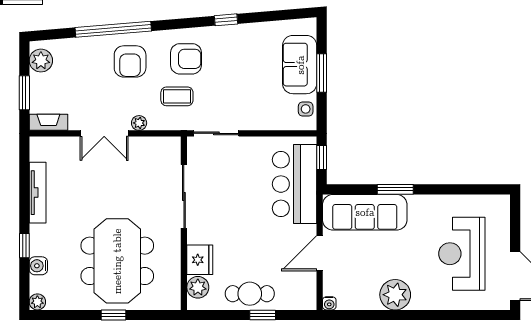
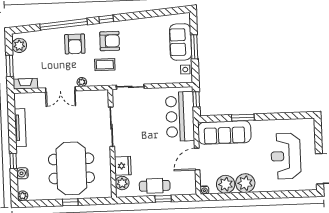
window: (226, 20) -> (106, 19), moved
plant: (364, 295) -> (226, 184), added

